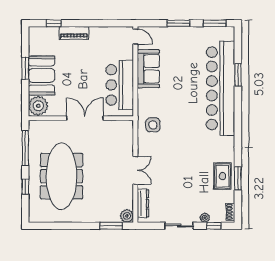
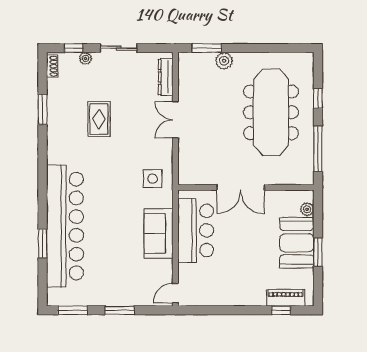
piano: (74, 33) -> (286, 298), moved
door: (135, 37) -> (175, 293), hinge flipped
sofa: (148, 69) -> (159, 234), moved
plant: (38, 106) -> (307, 209), width x0.53, depth x0.53
rug: (222, 176) -> (99, 119), moved
plant: (127, 216) -> (224, 61), moved

